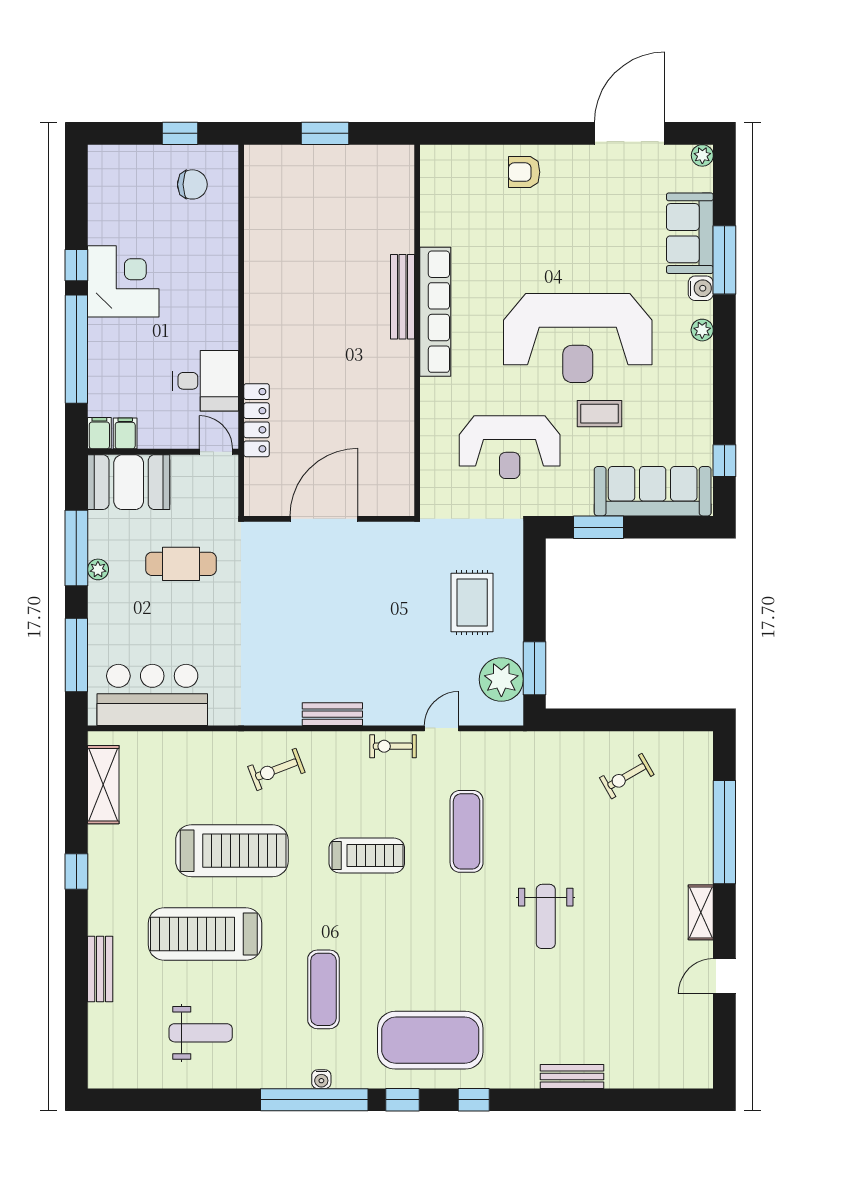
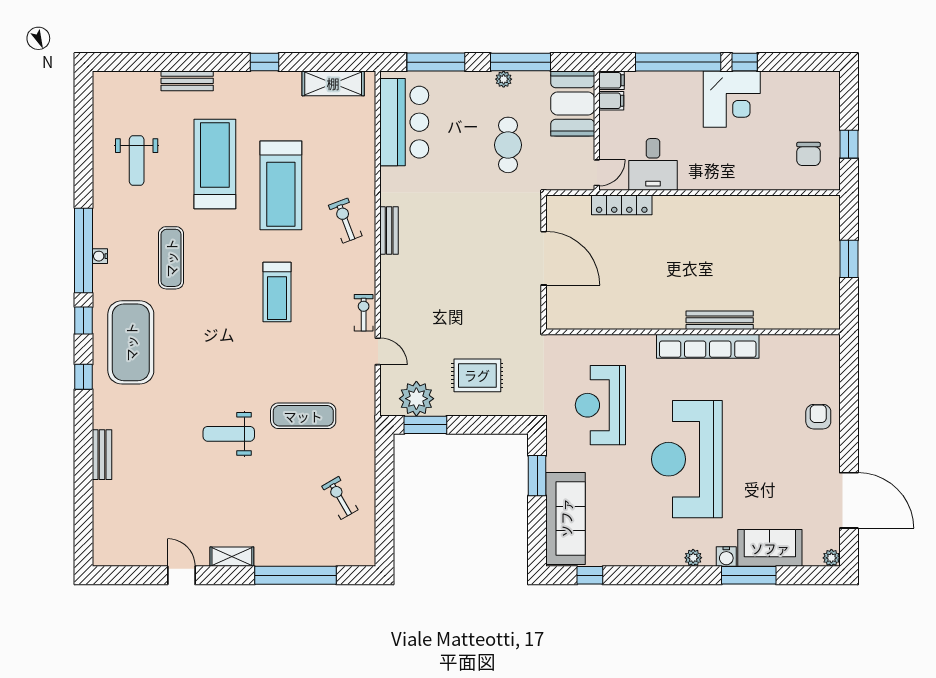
coffee table: (599, 414) -> (627, 476), removed
bench: (332, 714) -> (389, 231), moved
exercise mat: (467, 831) -> (303, 416), moved
exercise mat: (323, 989) -> (171, 258), turned 90

